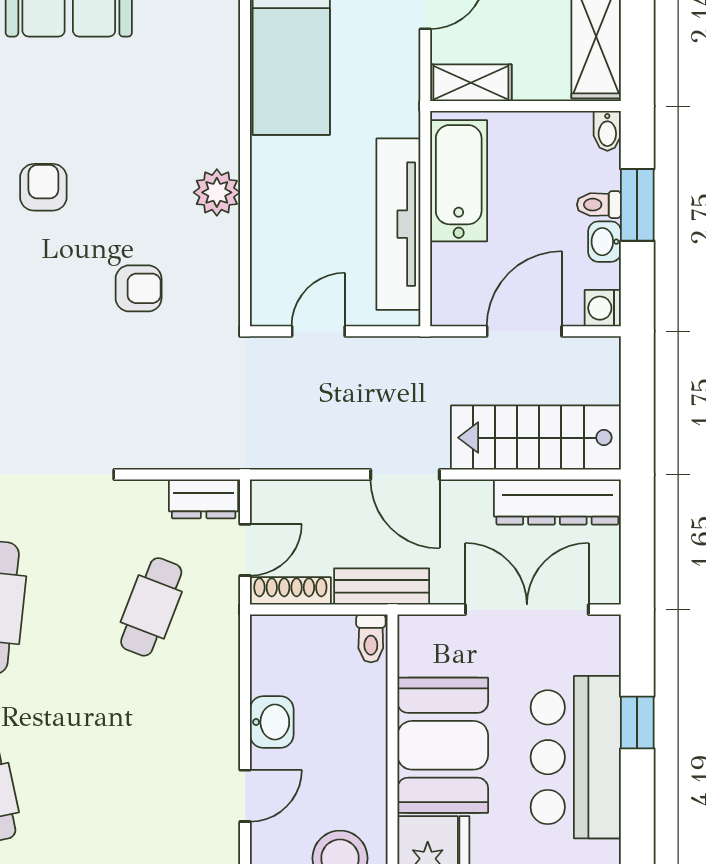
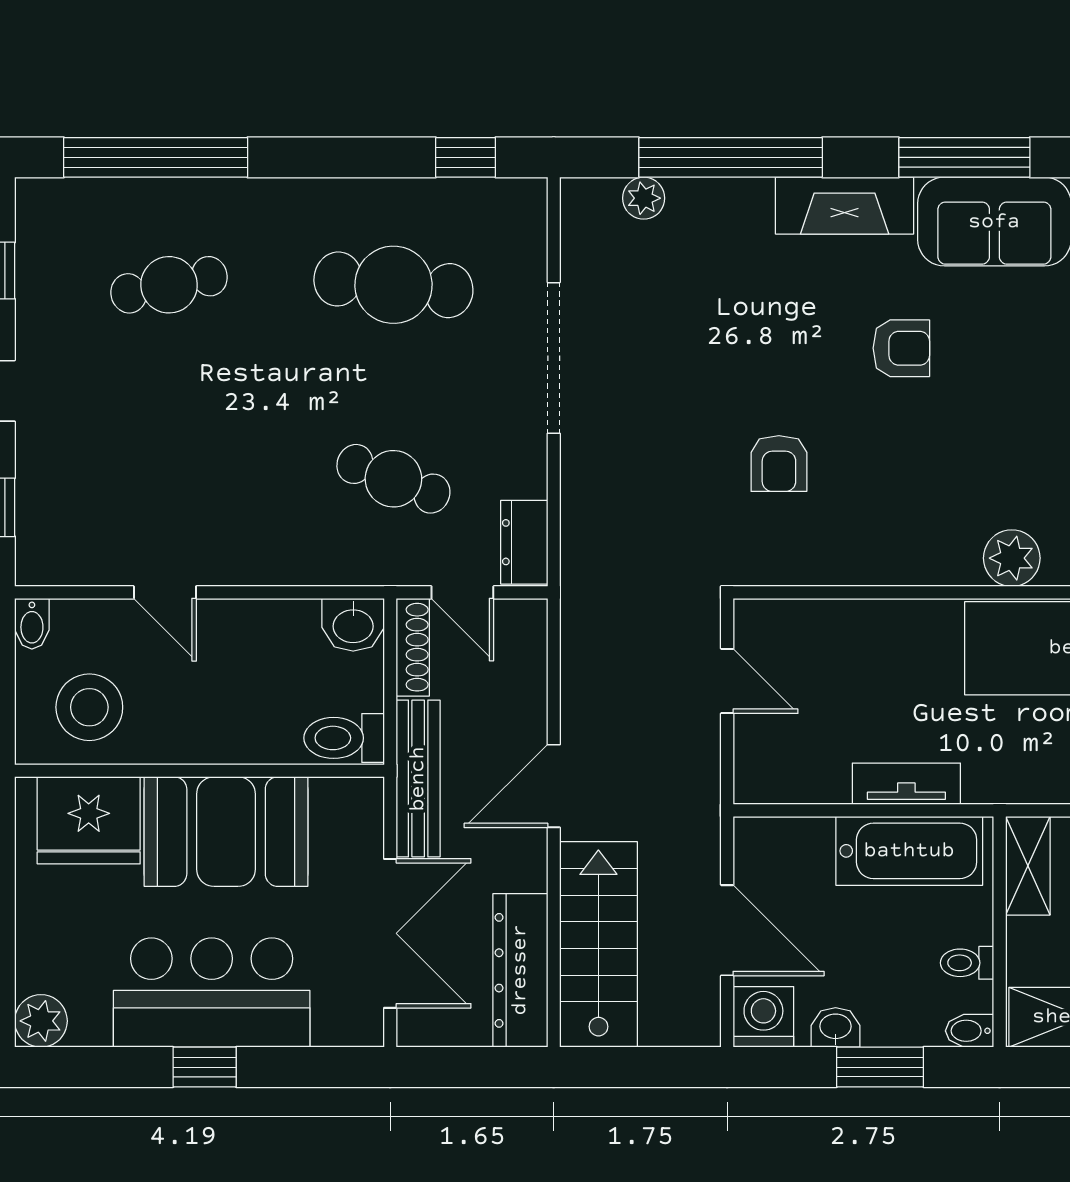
plant: (217, 192) -> (1012, 558), moved
toilet: (599, 205) -> (967, 963), moved, turned -90
tv unit: (398, 224) -> (906, 784), width x0.52, depth x0.78
washing machine: (603, 308) -> (763, 1017), width x1.38, depth x1.38
bench: (382, 587) -> (418, 779), width x1.36
toilet: (371, 638) -> (344, 738), width x1.37, depth x1.39
washbasin: (272, 722) -> (353, 625), moved
window: (637, 722) -> (205, 1067), moved

